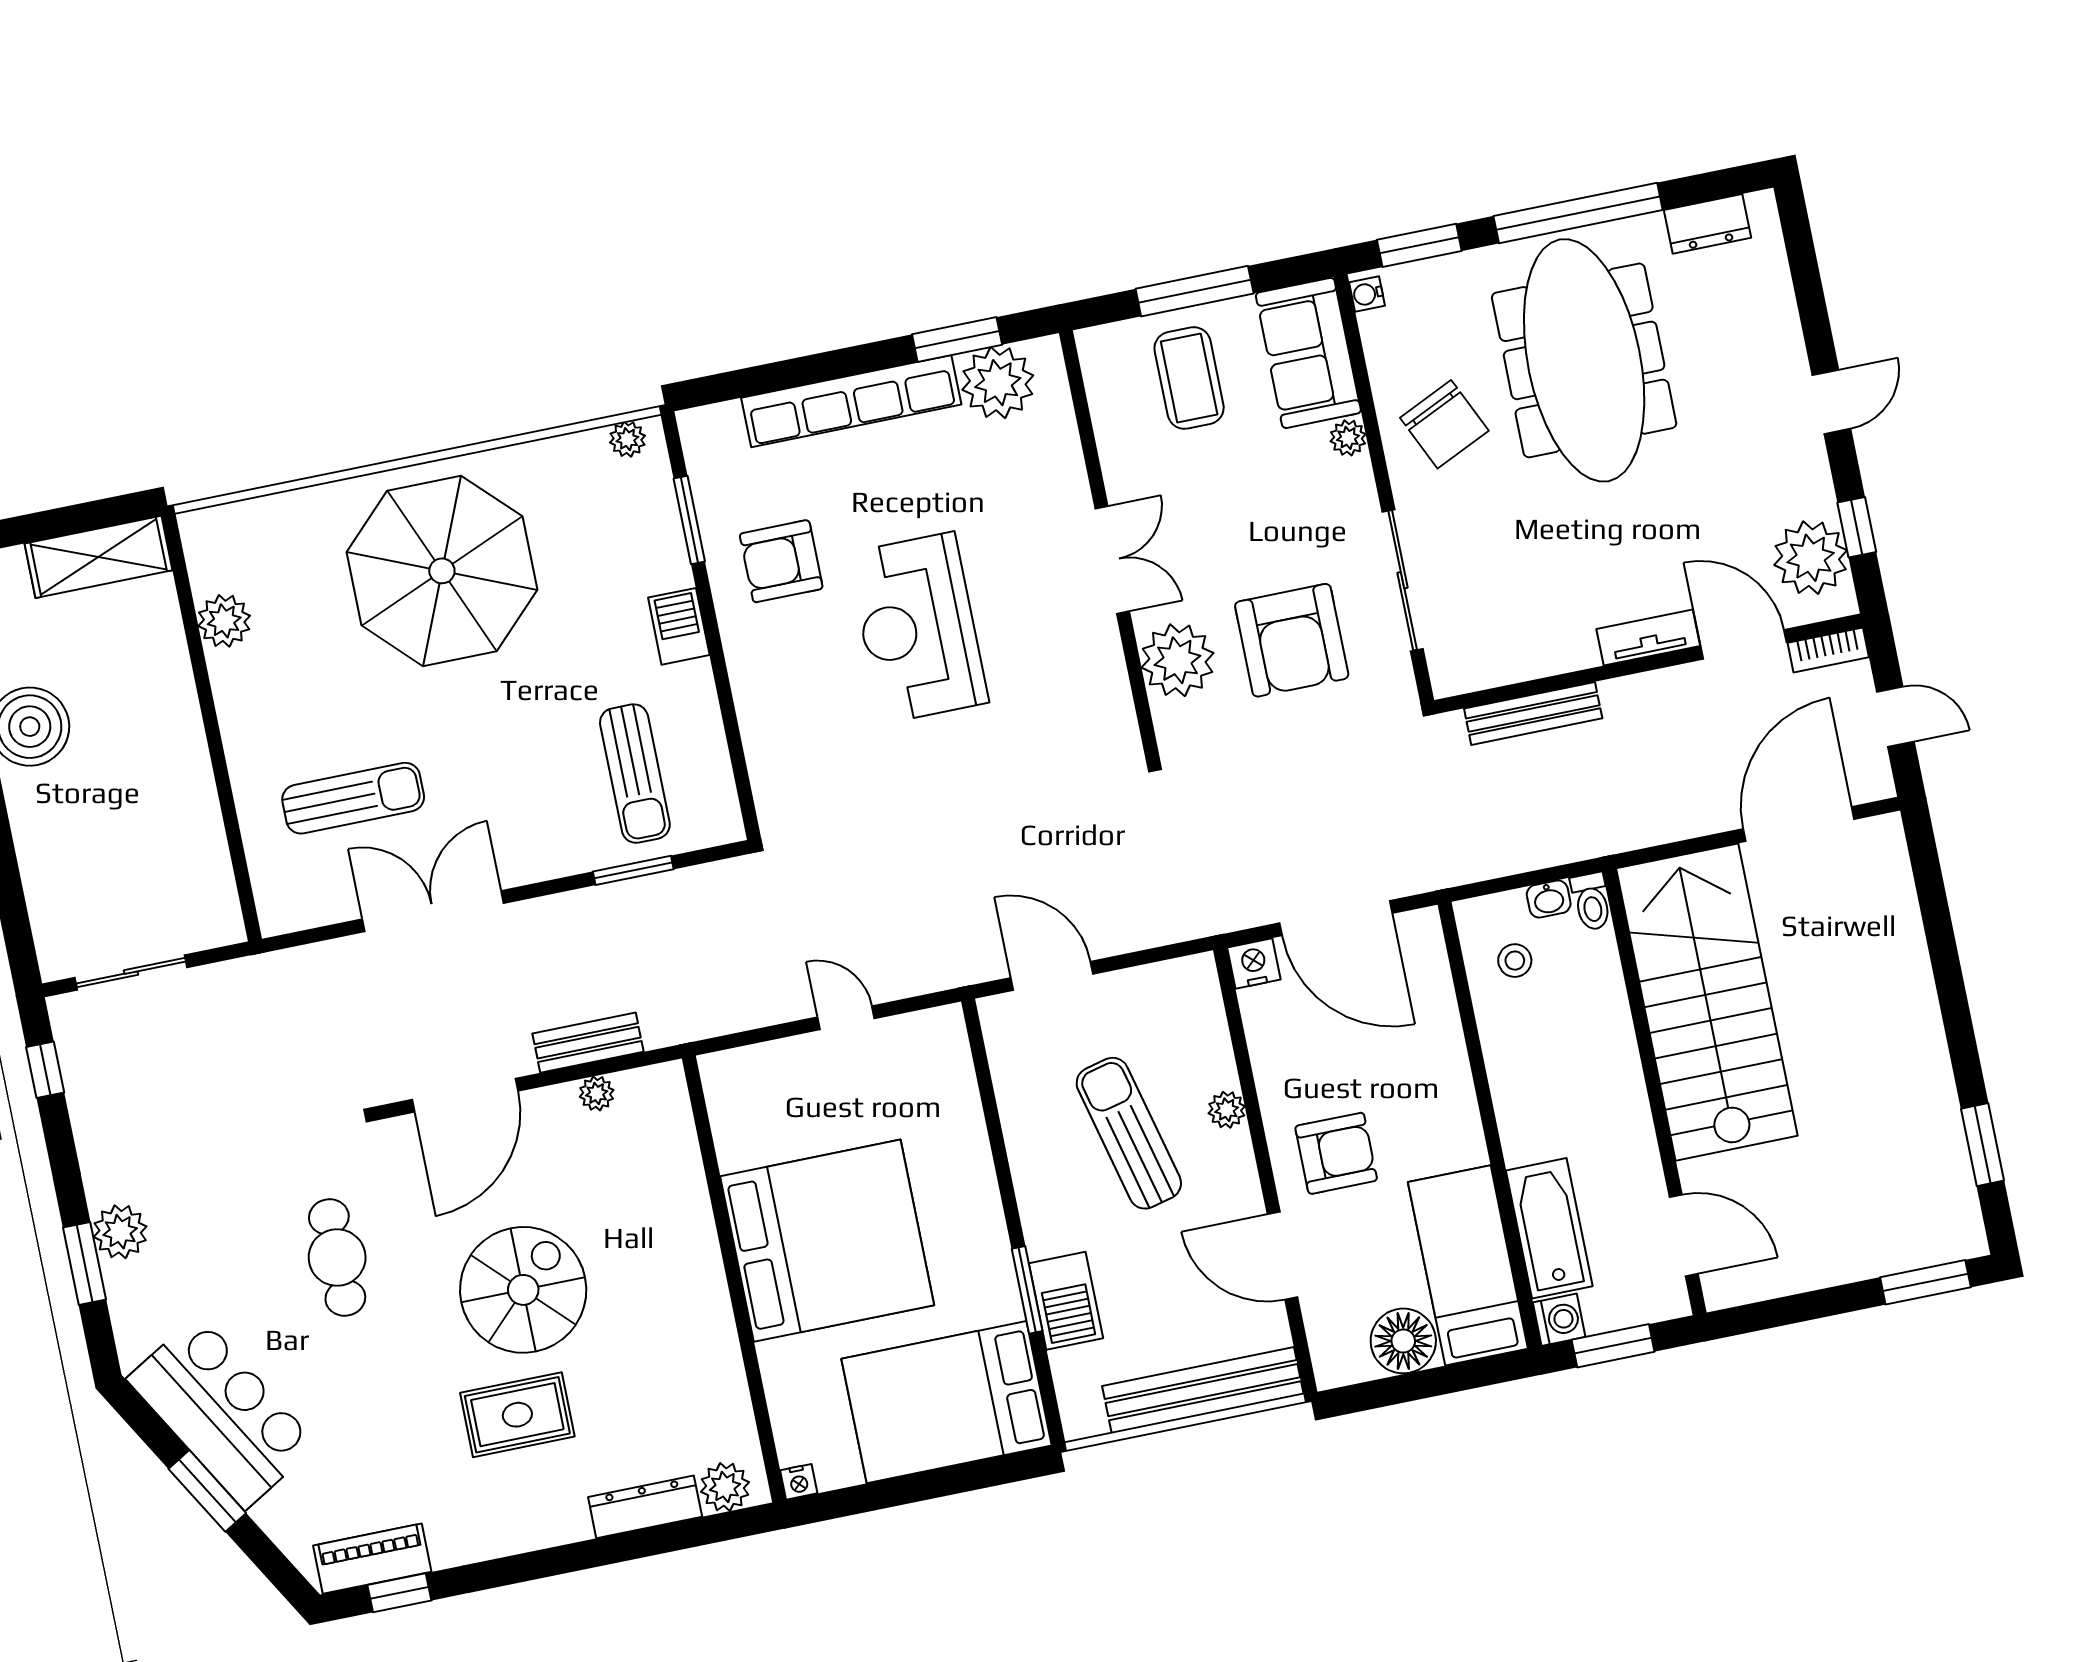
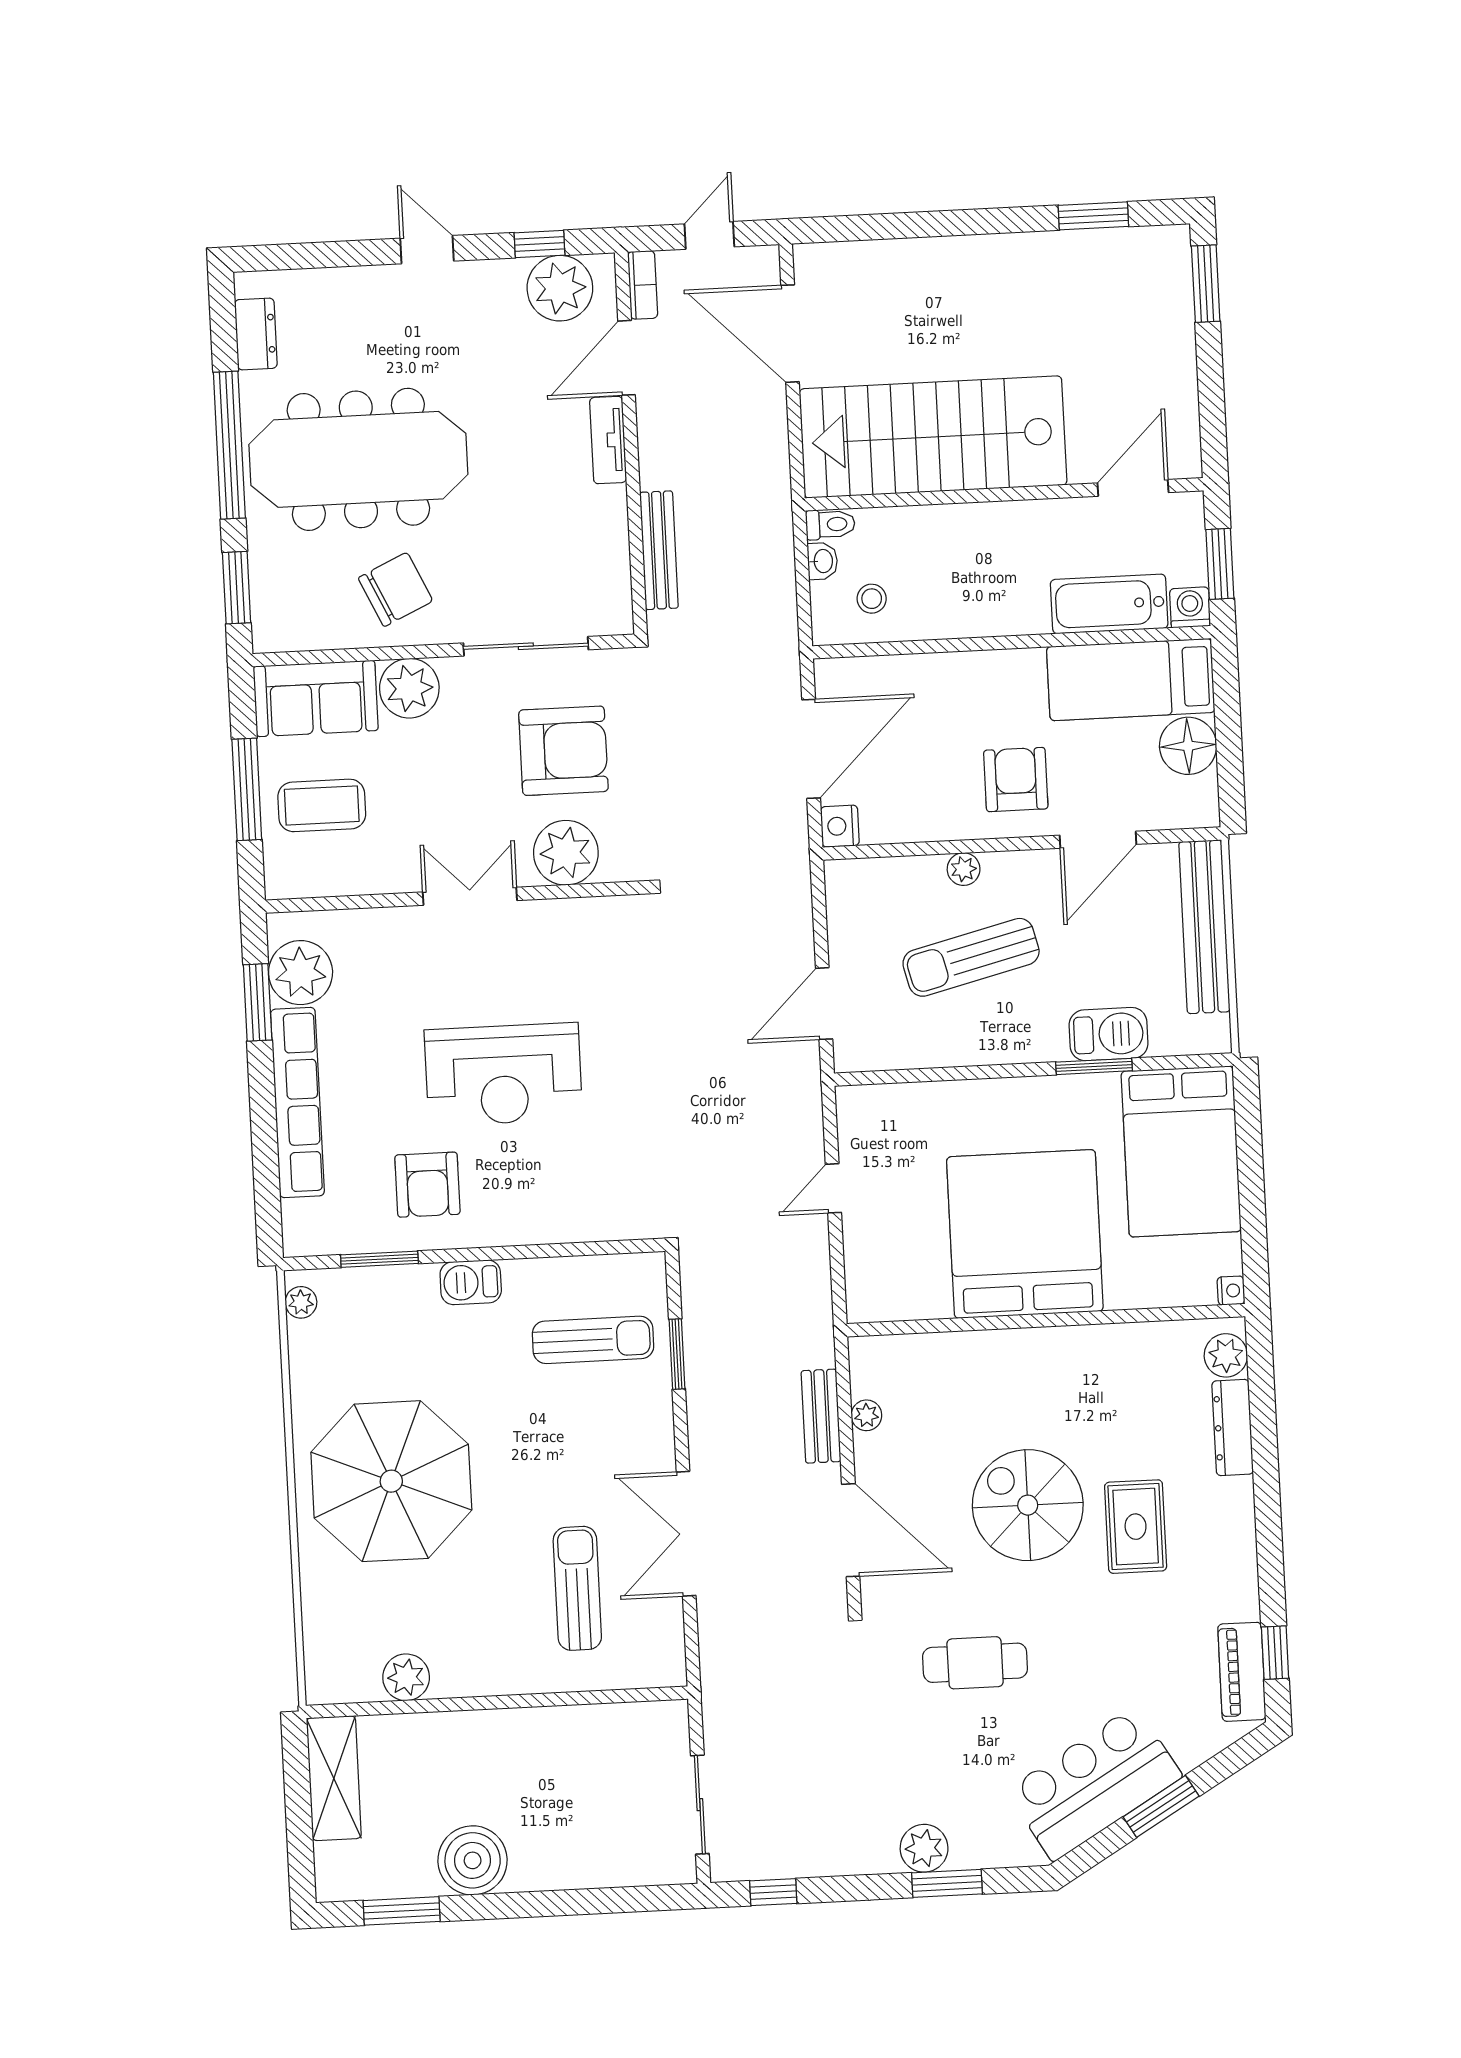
water cooler: (1367, 294) -> (272, 640), removed
plant: (1348, 438) -> (409, 688), width x1.87, depth x1.87

